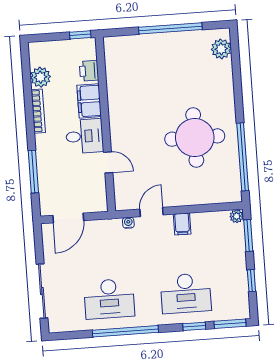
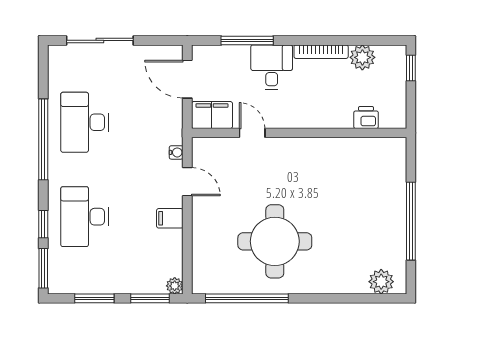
window: (80, 35) -> (411, 68), moved
filing cabinet: (89, 101) -> (212, 115), moved
desk: (85, 136) -> (272, 67), moved, turned 180
door: (108, 162) -> (252, 133), swing flipped
window: (251, 281) -> (94, 298), width x1.50

